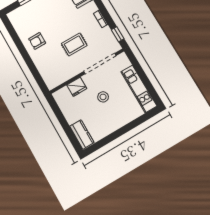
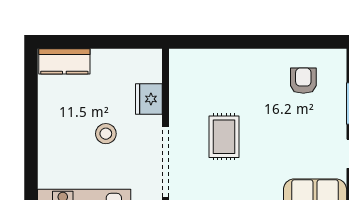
armchair: (37, 41) -> (303, 81), moved

